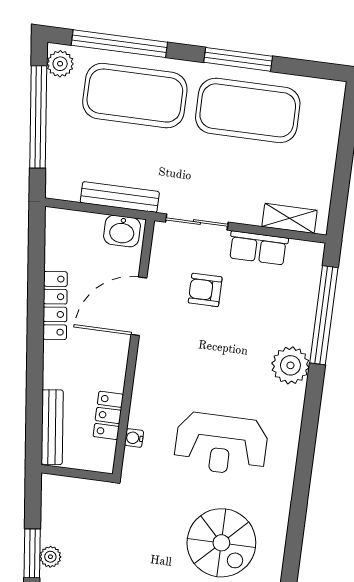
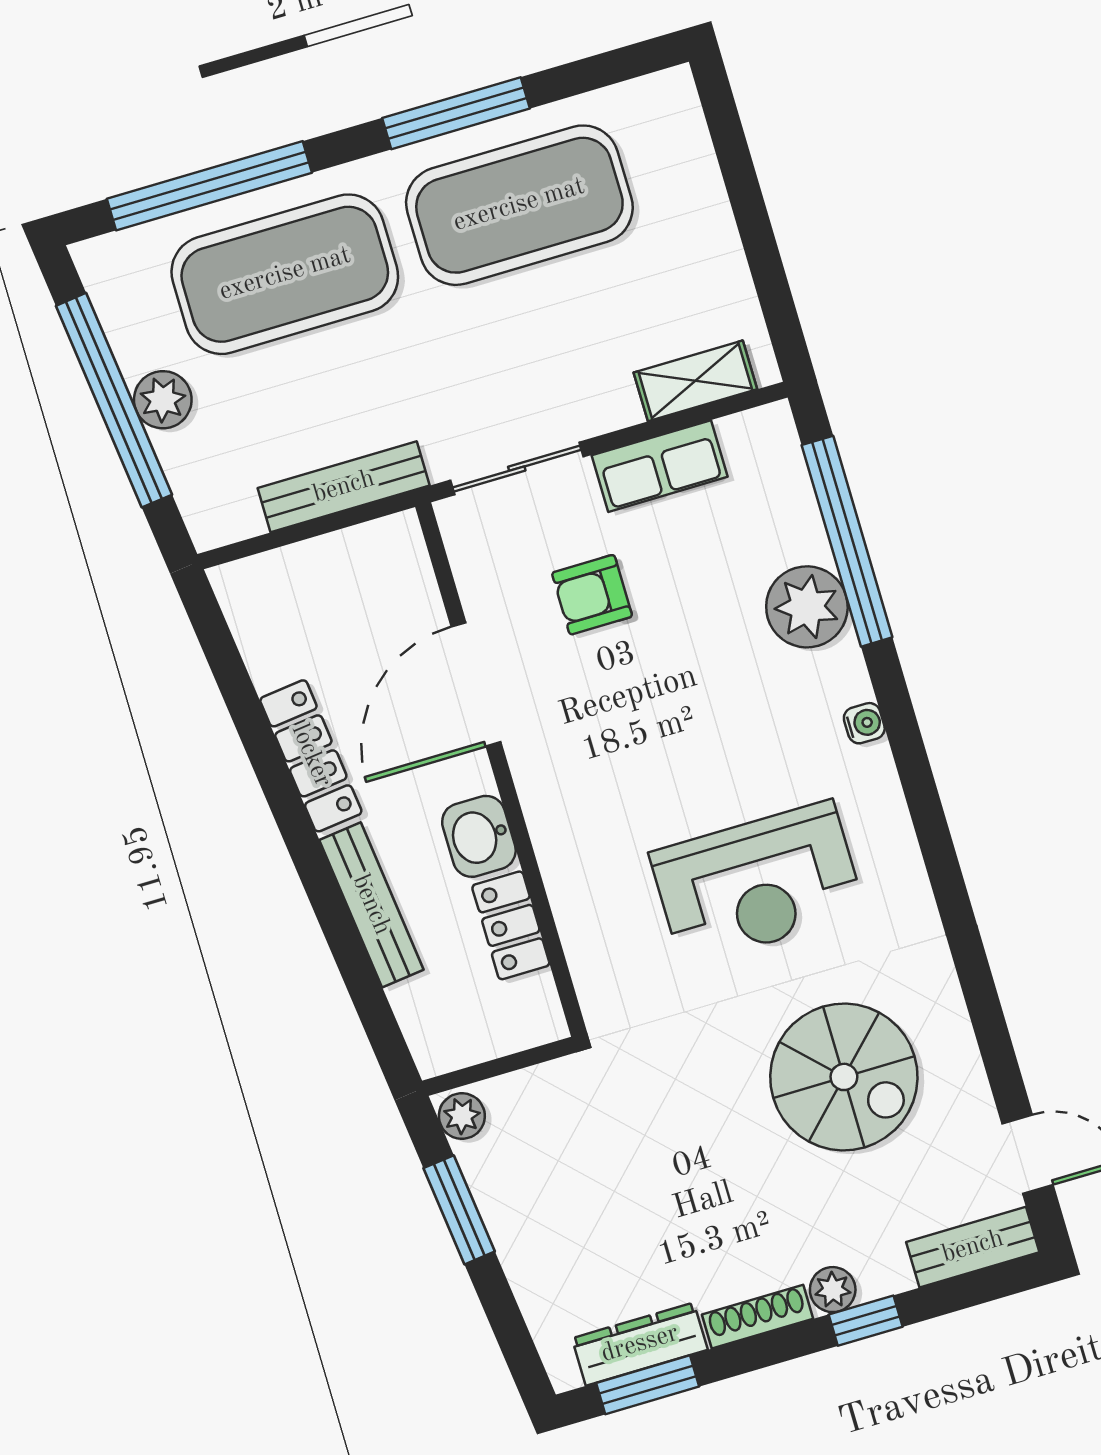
plant: (60, 64) -> (163, 400), moved
washbasin: (122, 231) -> (479, 836), moved, turned 90
plant: (290, 365) -> (807, 607), moved
bench: (52, 427) -> (371, 905), moved
water cooler: (134, 438) -> (864, 723), moved, turned 180
window: (32, 553) -> (459, 1210), moved
plant: (50, 557) -> (462, 1116), moved

